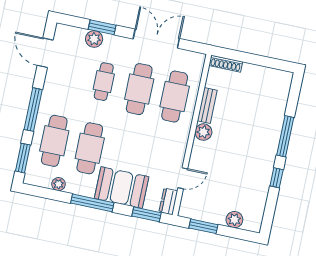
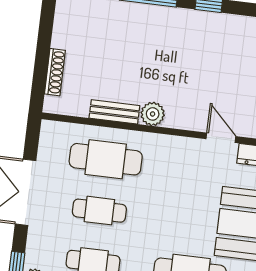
shoe rack: (226, 64) -> (55, 72), moved
cafe table: (139, 89) -> (99, 211), width x0.73, depth x0.74

